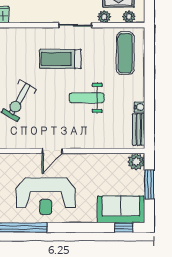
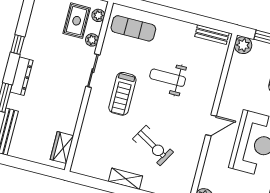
weight bench: (87, 98) -> (168, 78), turned 90
water cooler: (140, 107) -> (190, 28), removed
door: (52, 151) -> (211, 125), hinge flipped

